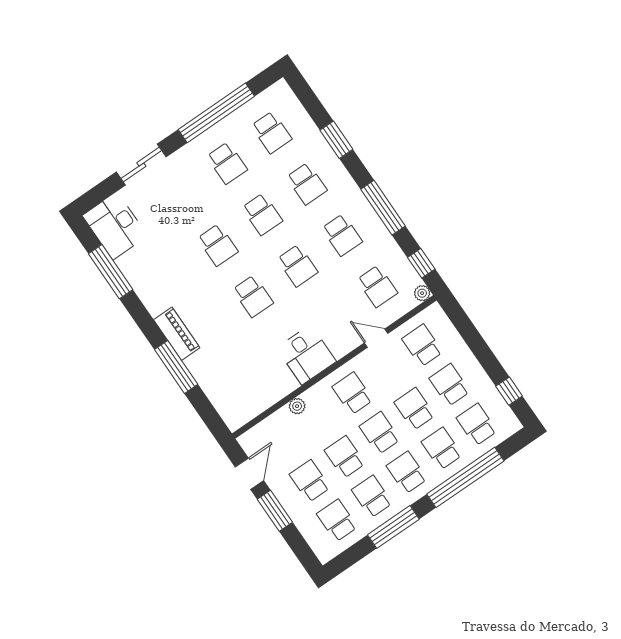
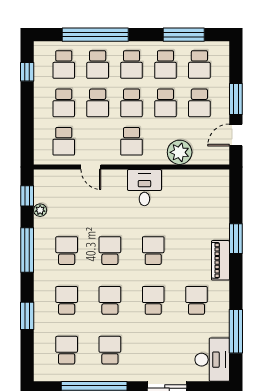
school desk: (377, 286) -> (196, 300), moved
plant: (422, 293) -> (40, 210), moved
window: (176, 367) -> (236, 239), width x0.69
plant: (297, 406) -> (180, 152), width x1.88, depth x1.88
window: (393, 527) -> (184, 35), moved

